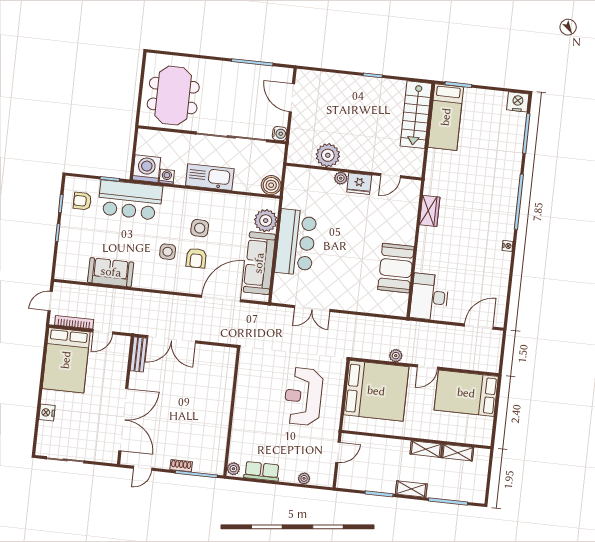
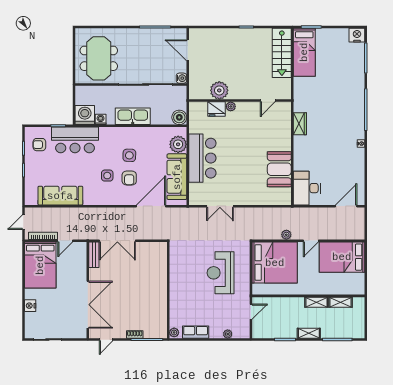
fridge: (359, 184) -> (217, 109), moved
sofa: (111, 272) -> (60, 196), width x1.36

